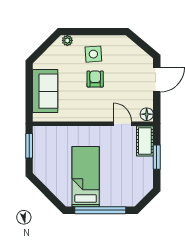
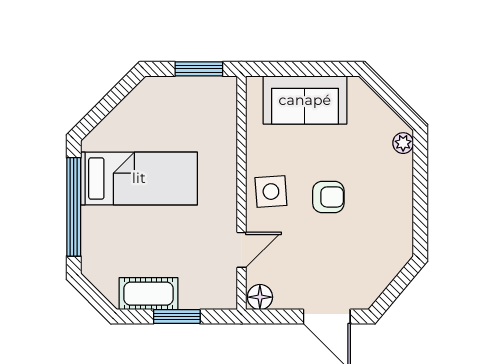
side table: (93, 54) -> (271, 192), moved
cot: (145, 141) -> (149, 294), moved

